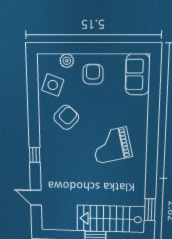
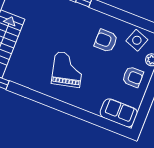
armchair: (66, 117) -> (106, 41), turned 137

